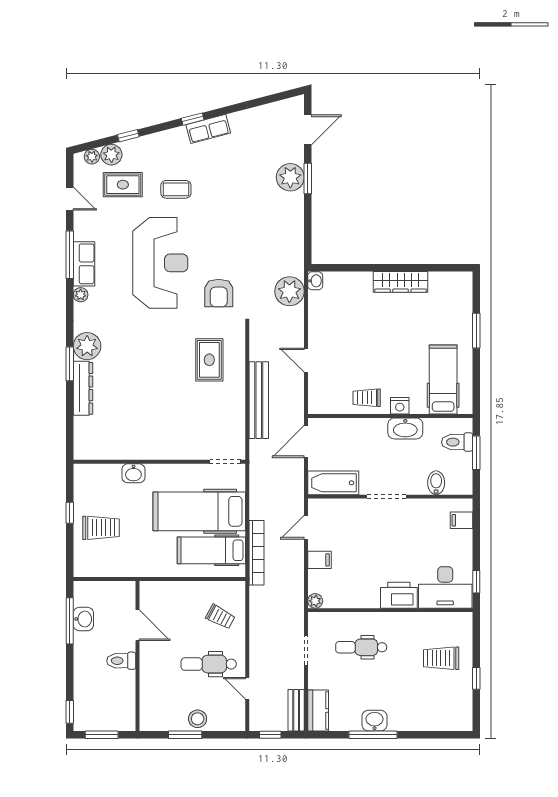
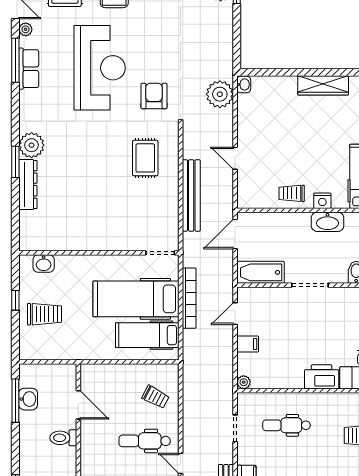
armchair: (219, 293) -> (154, 96), turned 180
plant: (81, 295) -> (26, 29), moved
washbasin: (133, 473) -> (44, 263), moved
bookcase: (257, 553) -> (189, 298), moved

